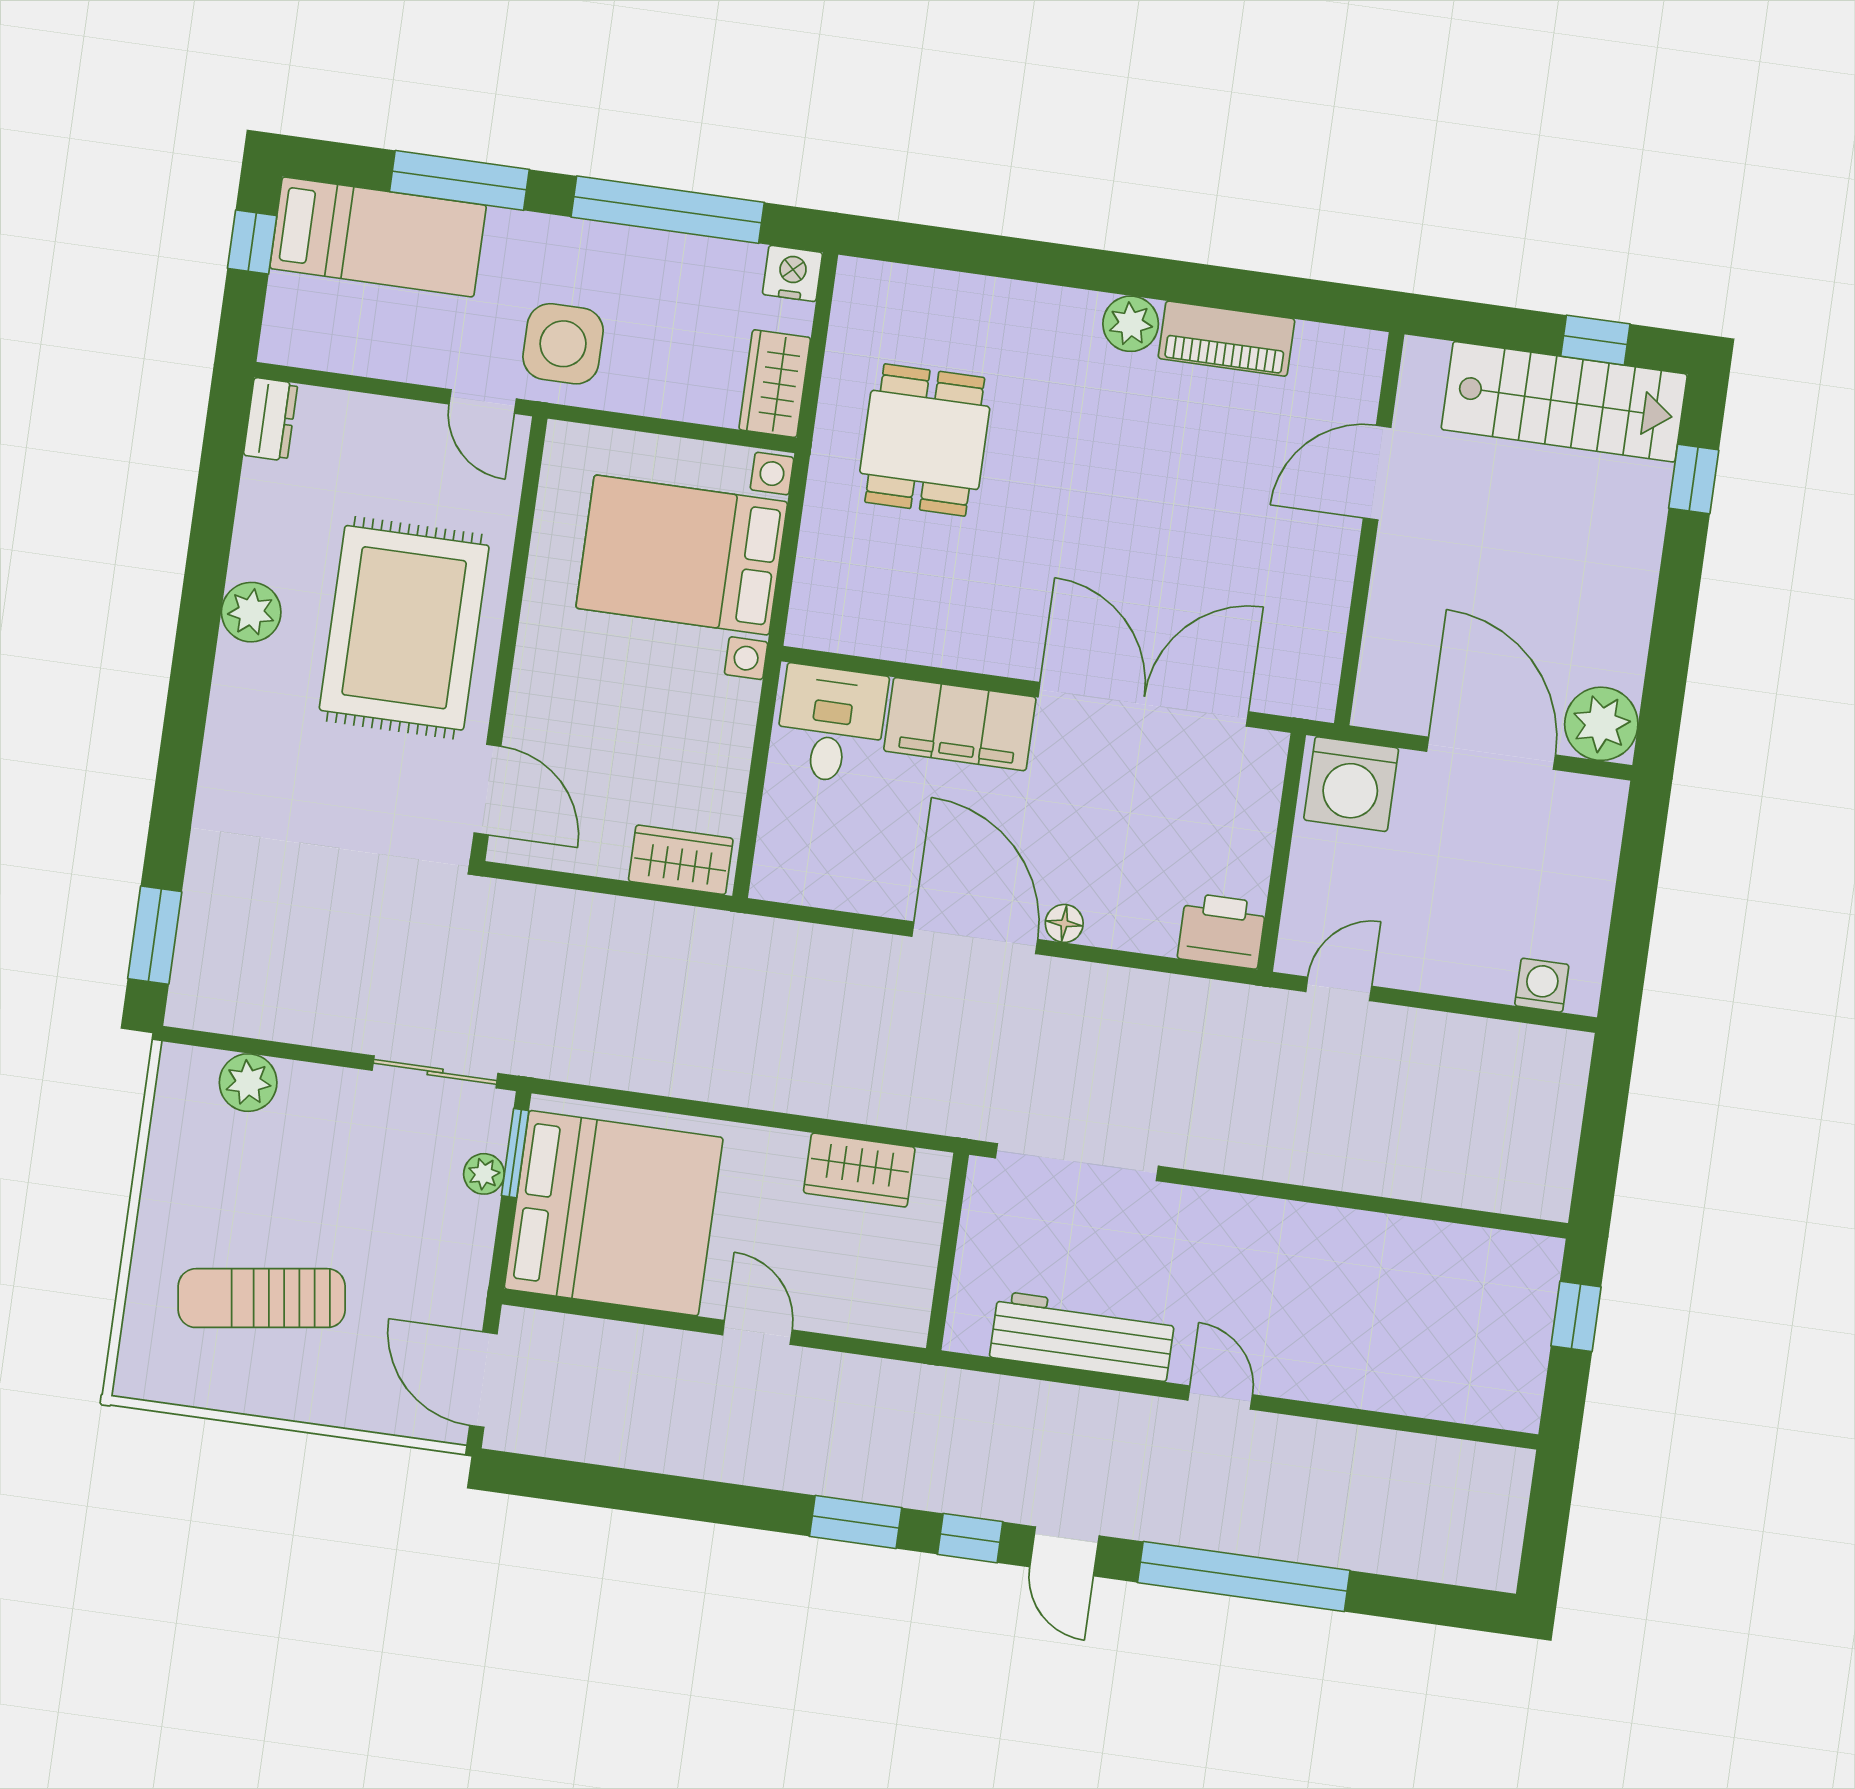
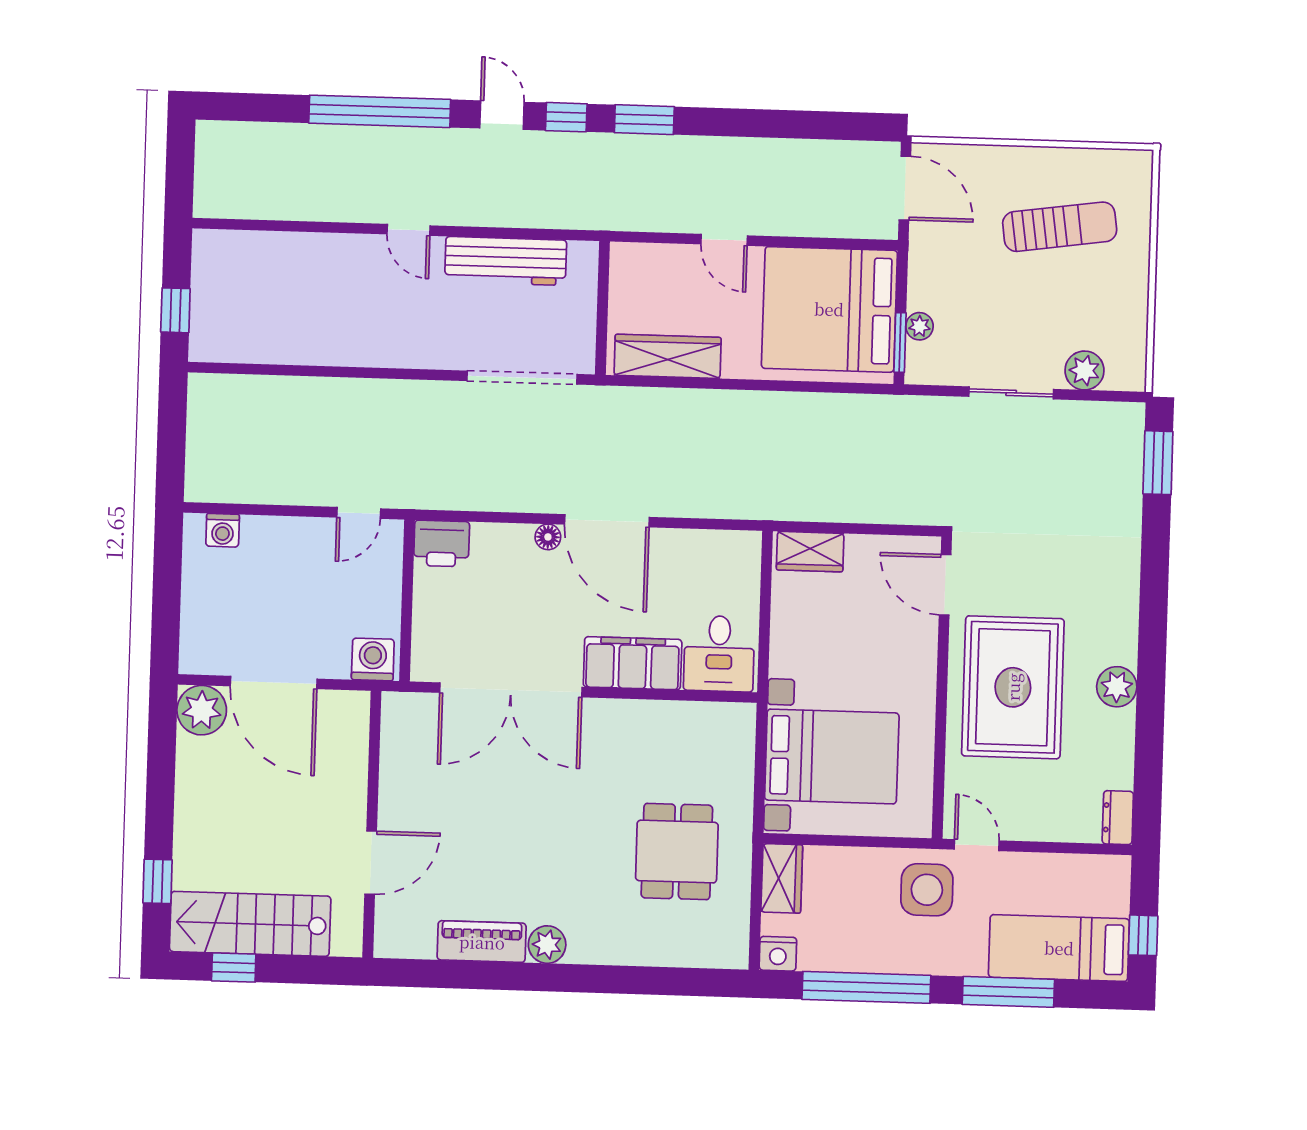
washing machine: (1351, 784) -> (373, 659), width x0.73, depth x0.73
sliding door: (435, 1072) -> (1011, 393), moved
wardrobe: (859, 1170) -> (668, 356), width x1.50

